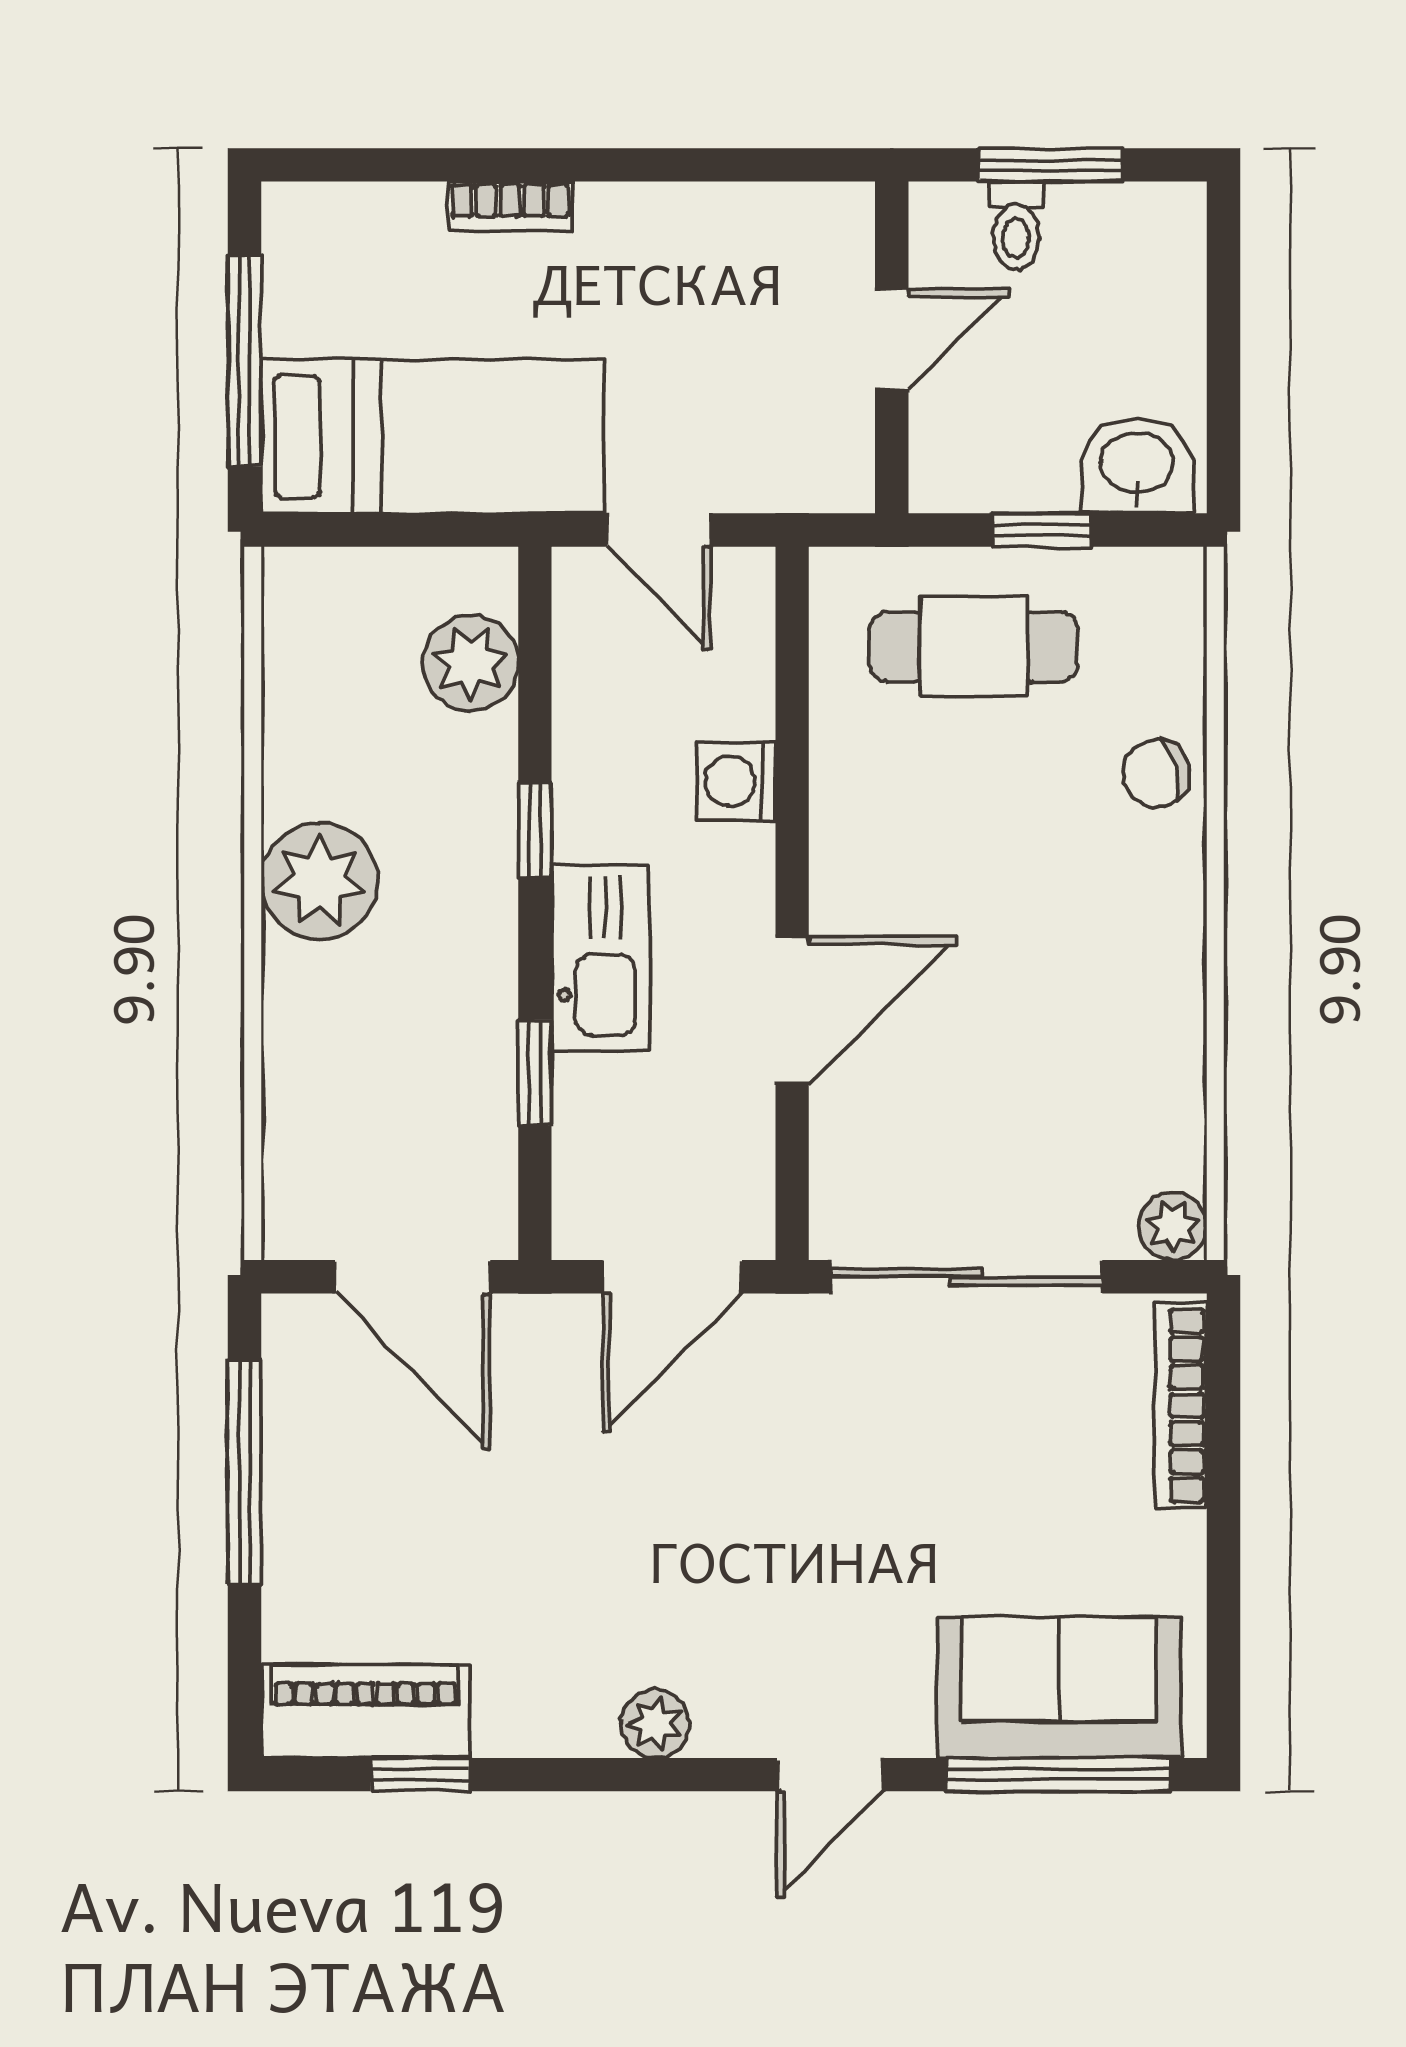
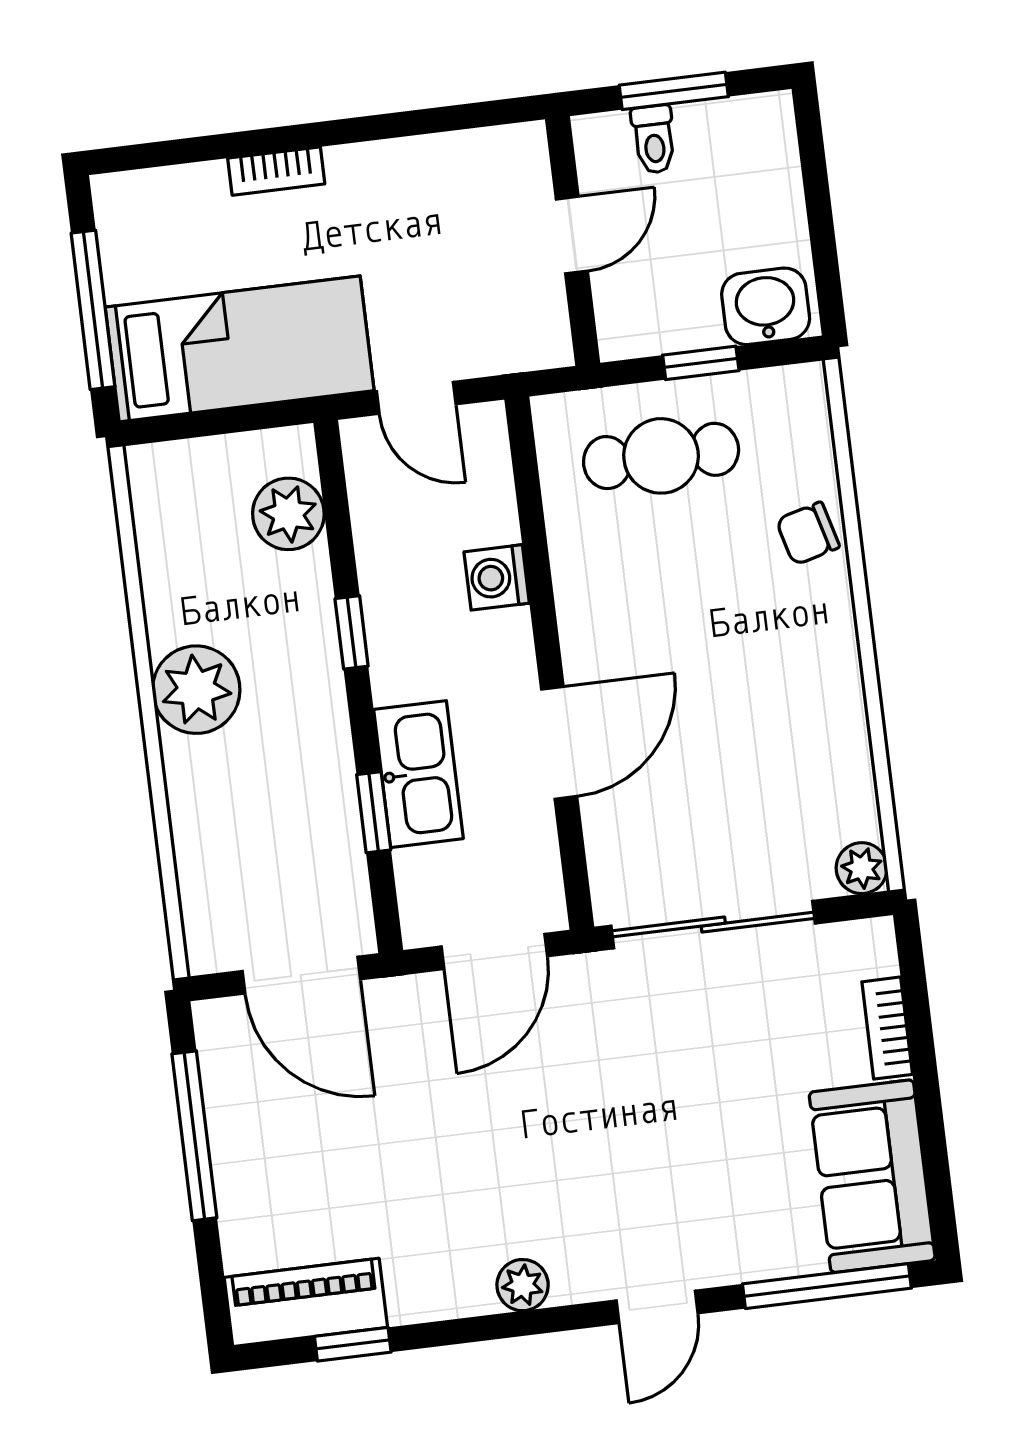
kitchen sink: (600, 958) -> (418, 774), moved
bookcase: (1181, 1405) -> (887, 1028), width x0.64
sofa: (1059, 1688) -> (872, 1176), moved, turned -90

